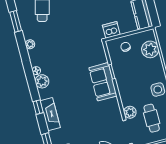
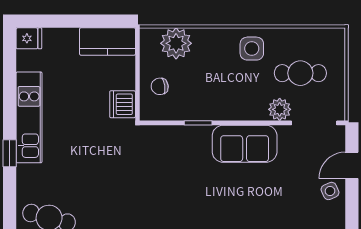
sofa: (103, 82) -> (245, 144), moved

